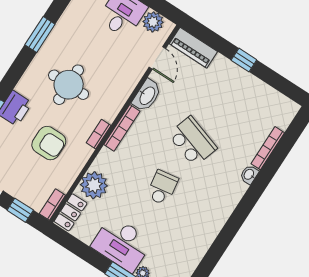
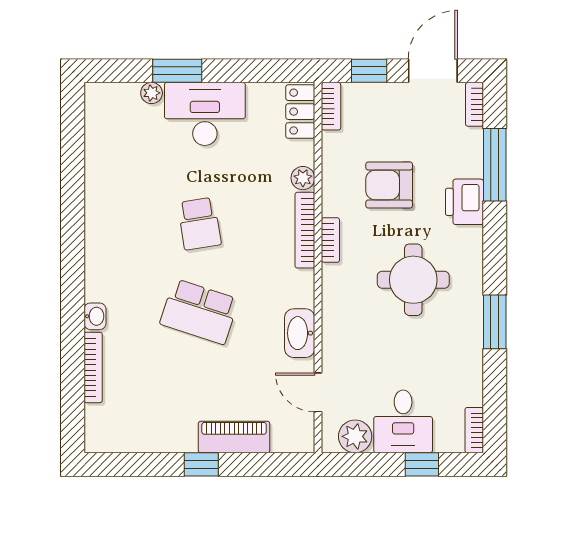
piano: (193, 48) -> (234, 437), moved
bookcase: (122, 128) -> (305, 230), moved
plant: (94, 185) -> (303, 178), width x0.53, depth x0.53

